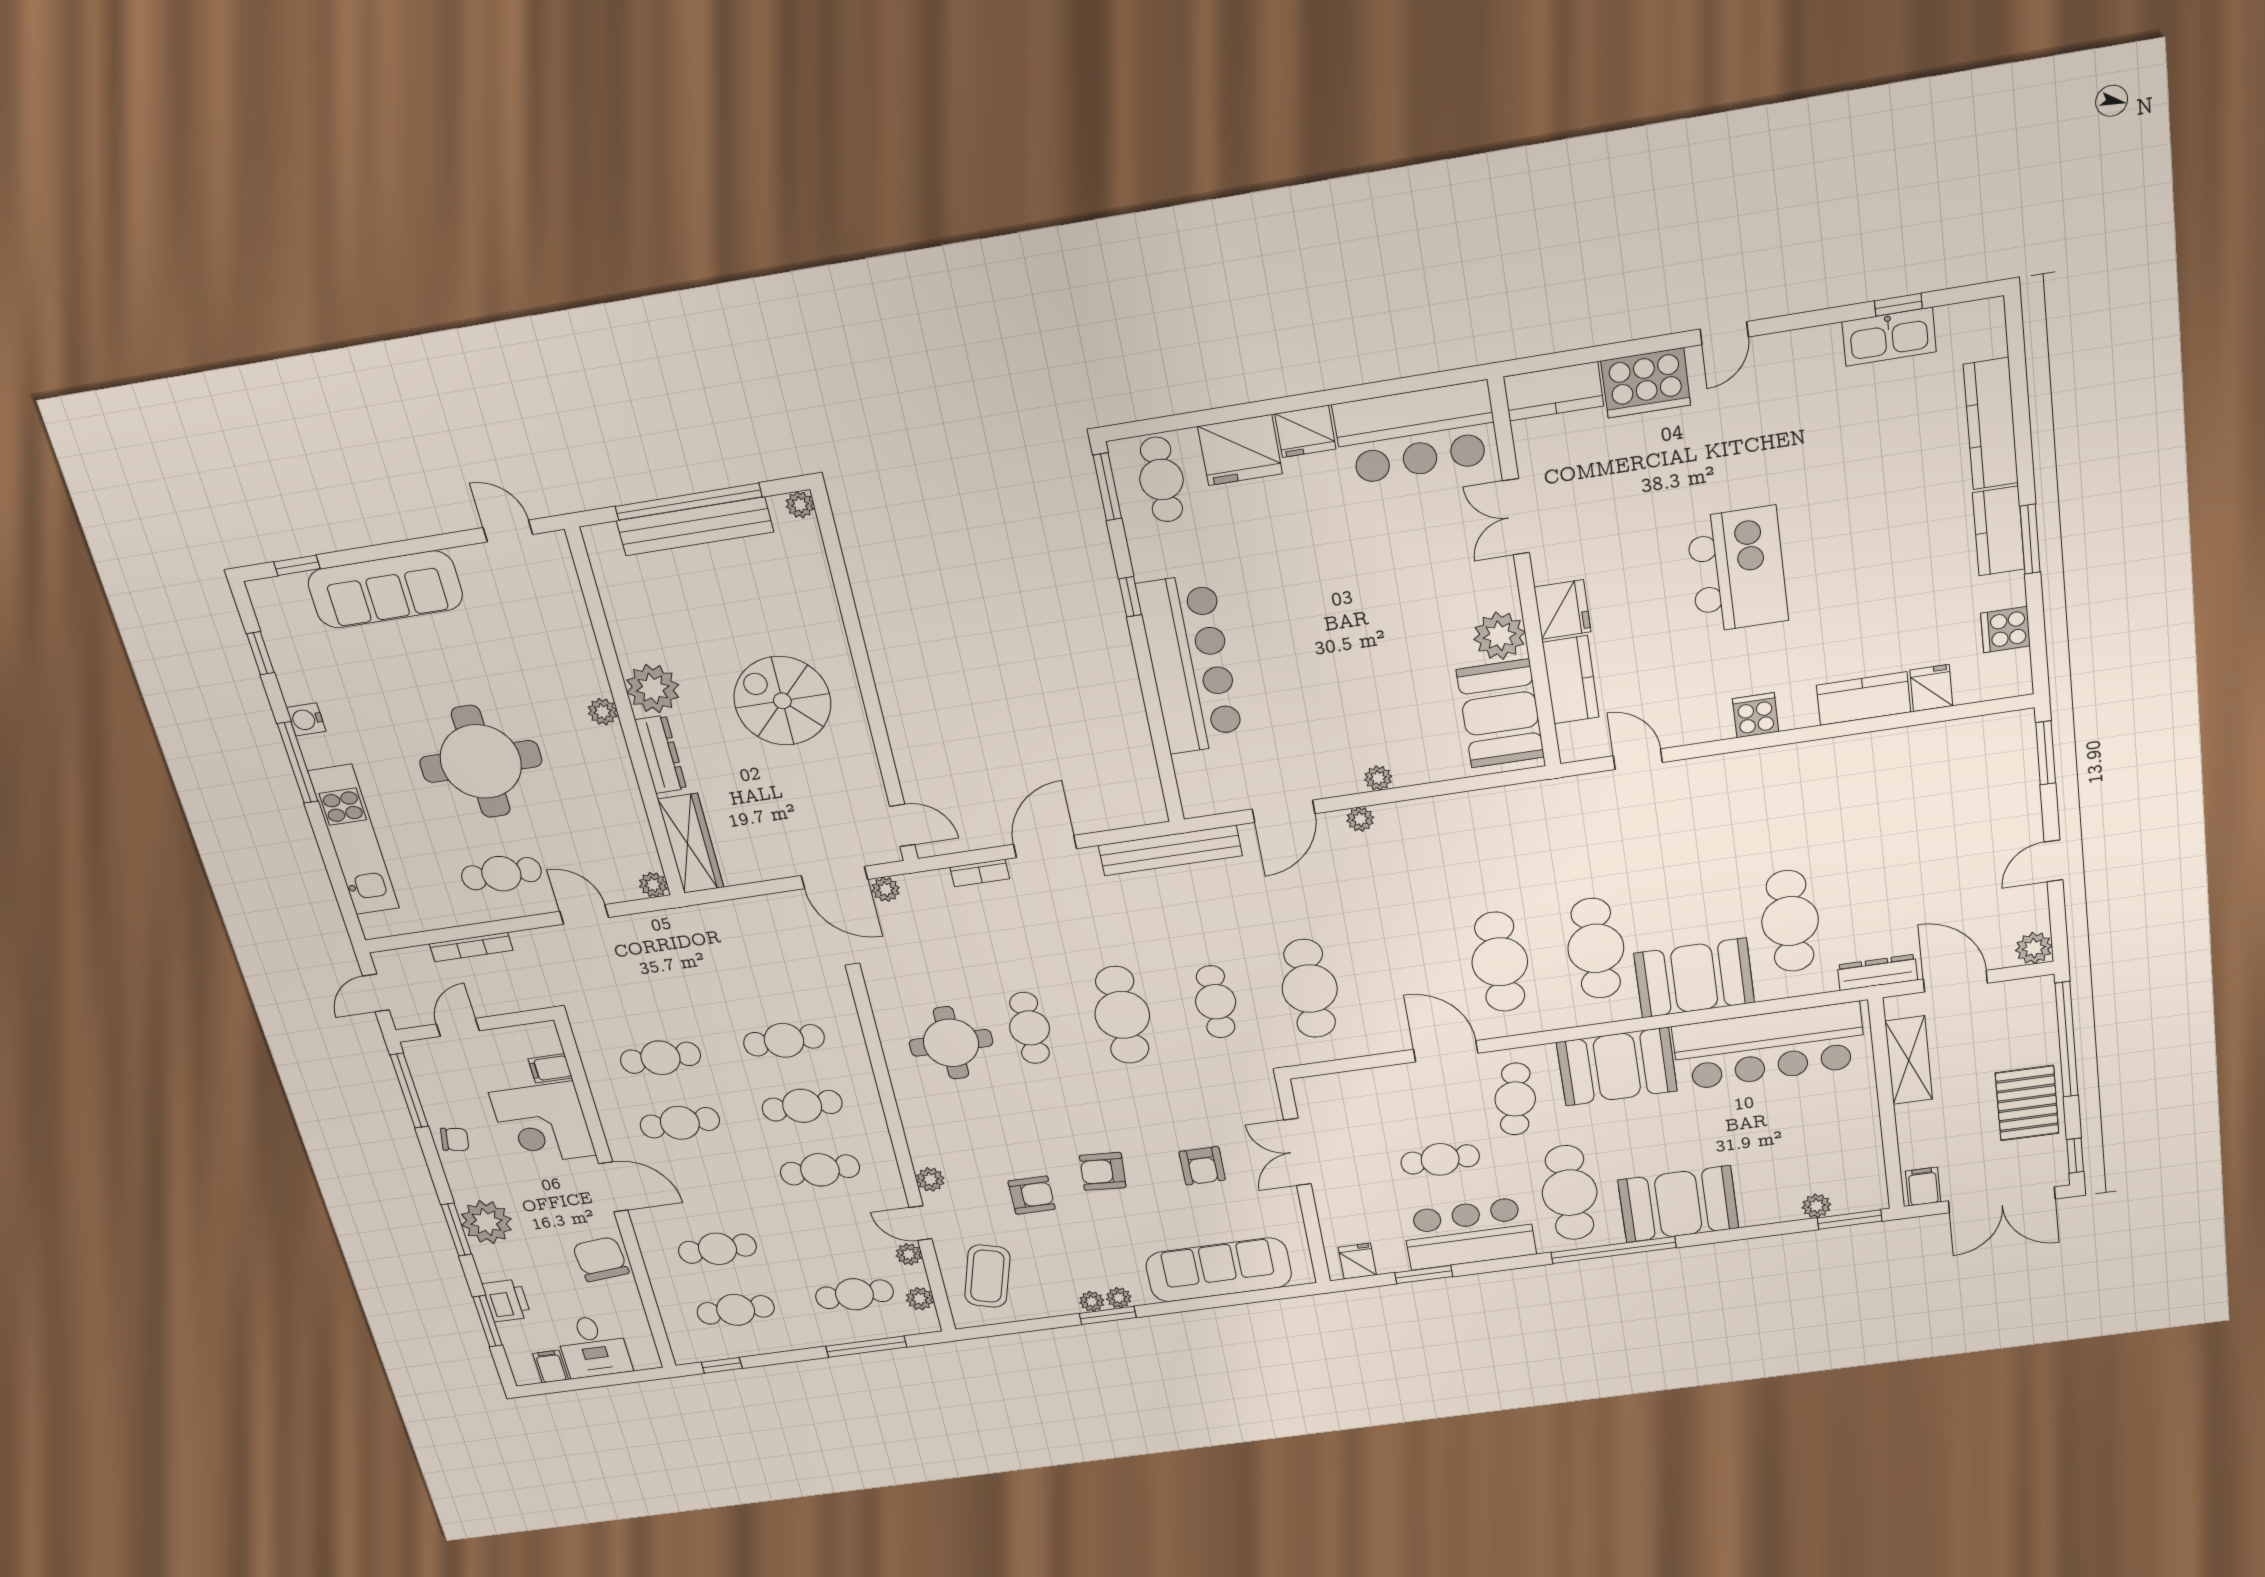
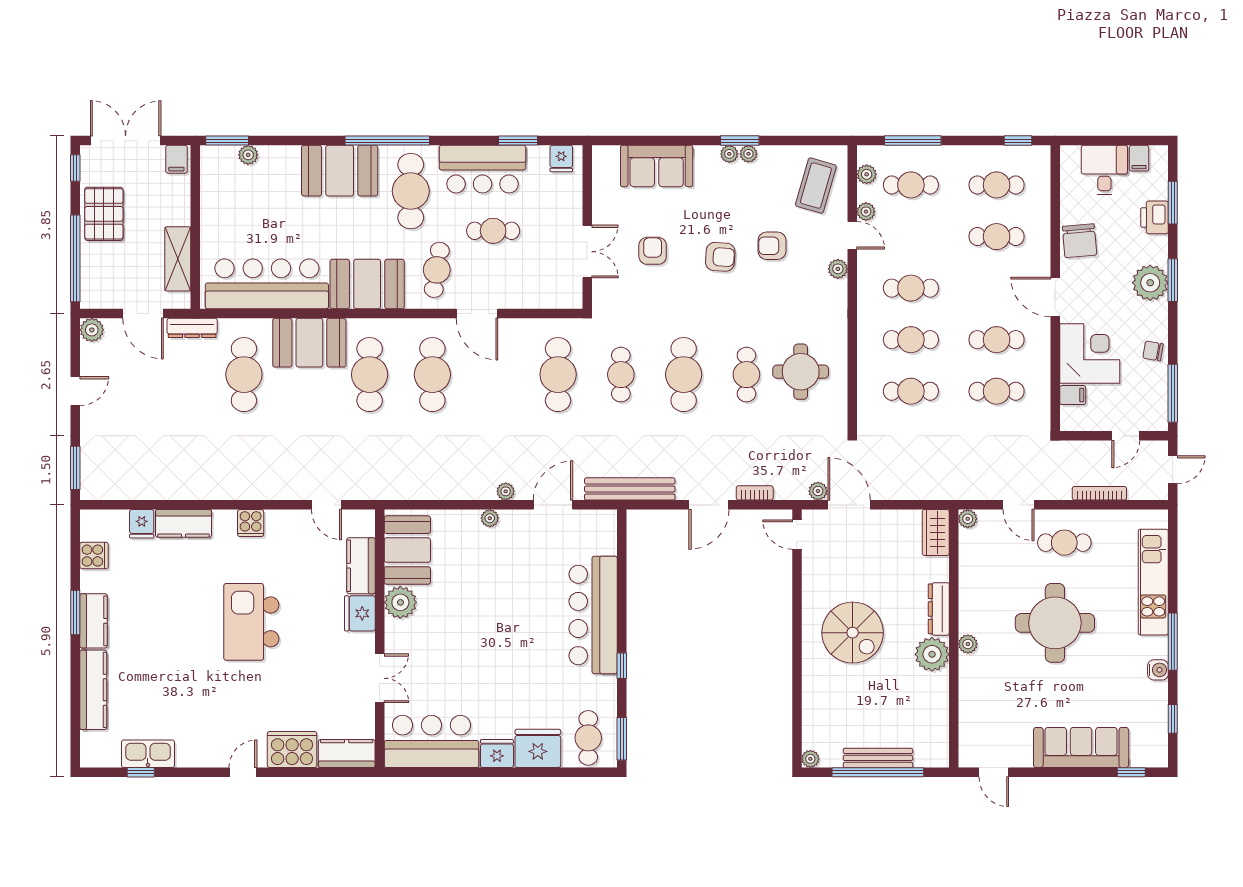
bench: (695, 526) -> (878, 758), width x0.73, depth x0.82
wardrobe: (691, 843) -> (936, 533), width x0.67
sofa: (1219, 1270) -> (657, 166), width x0.73

